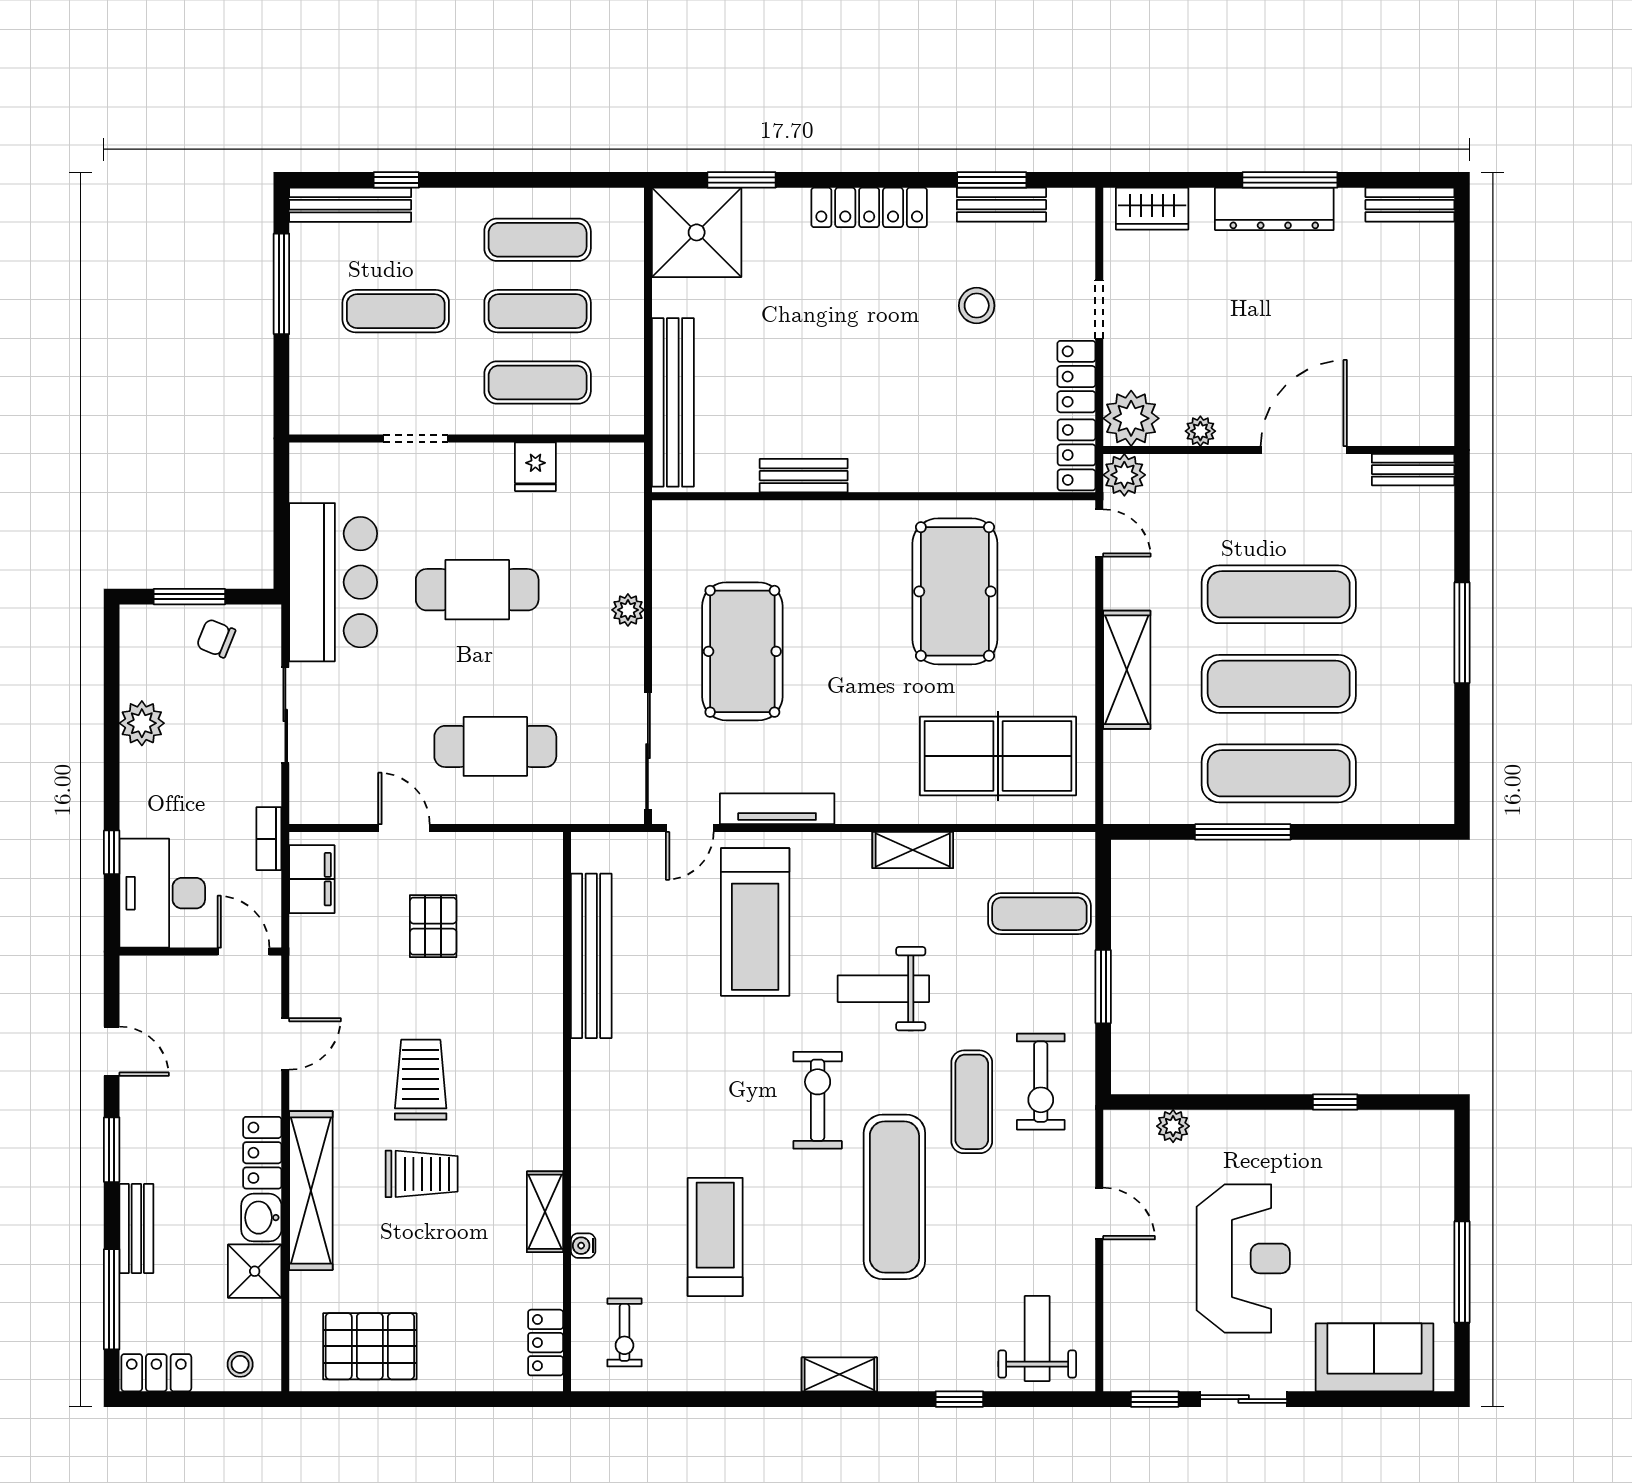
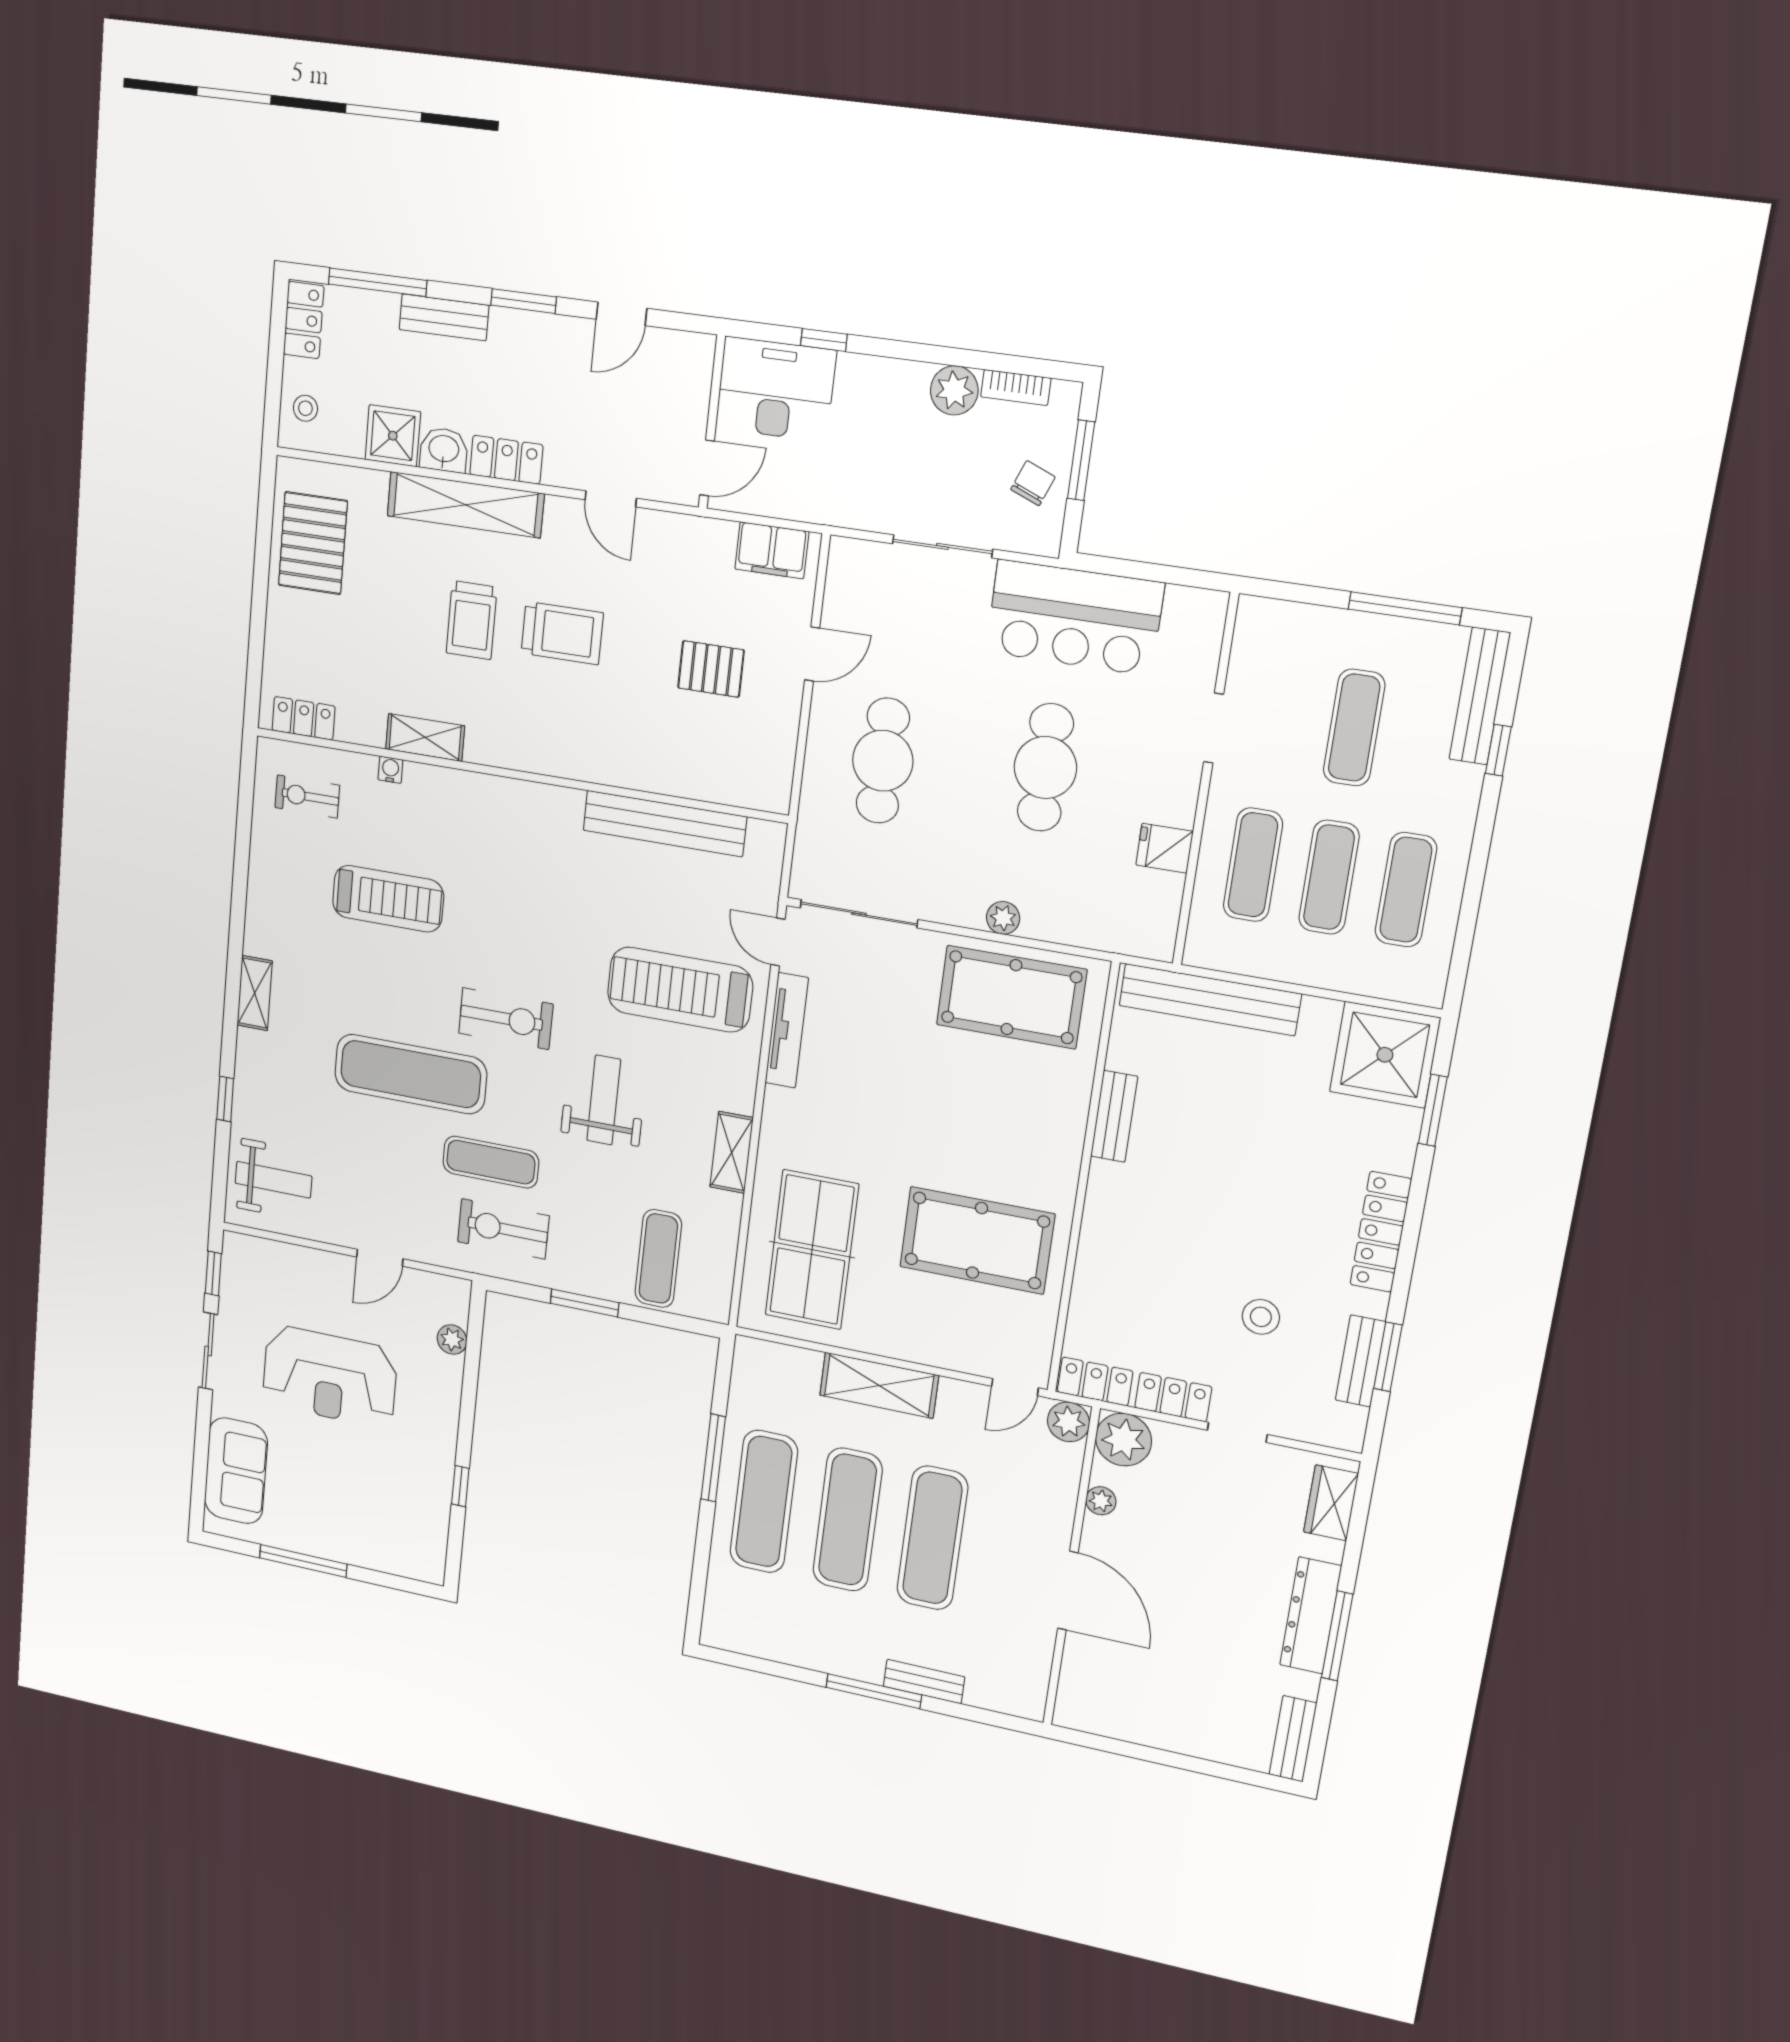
bench: (1413, 470) -> (924, 1682), moved, turned 90
pool table: (742, 651) -> (1011, 997), moved
bookcase: (269, 839) -> (1016, 388), moved, turned 180

